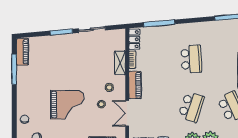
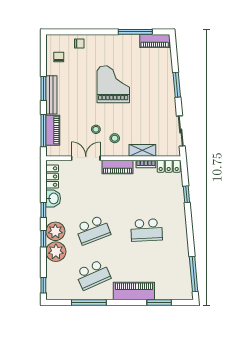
window: (159, 23) -> (186, 194), width x0.46
sliding door: (92, 29) -> (181, 131), moved
grand piano: (67, 105) -> (113, 84), moved, turned 180
school desk: (191, 107) -> (93, 230), turned -39

